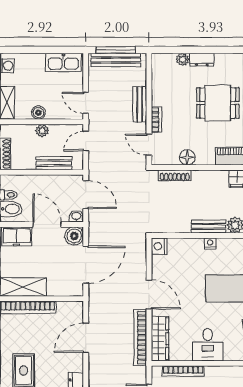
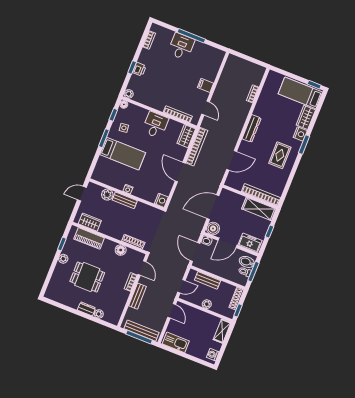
boiler: (38, 113) -> (205, 317), removed
door: (47, 224) -> (228, 243), hinge flipped
wardrobe: (160, 339) -> (186, 136), width x0.67

